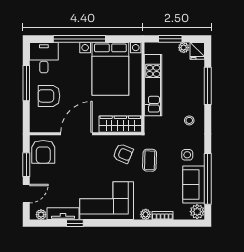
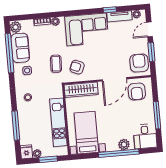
plant: (72, 49) -> (124, 144), added
bed with nightstands: (110, 69) -> (86, 133), width x0.73
armchair: (49, 96) -> (137, 92), moved, turned 90

